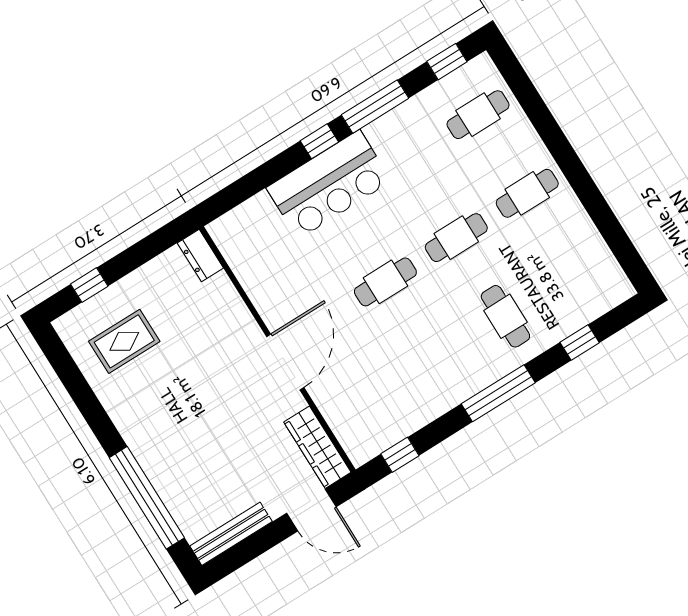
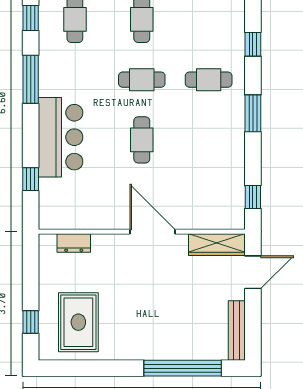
window: (319, 141) -> (31, 179), moved
cafe table: (456, 238) -> (142, 80), turned 90
dresser: (200, 256) -> (74, 243), moved
rug: (124, 341) -> (78, 322), width x1.36, depth x1.43
window: (498, 393) -> (253, 113), width x0.69

